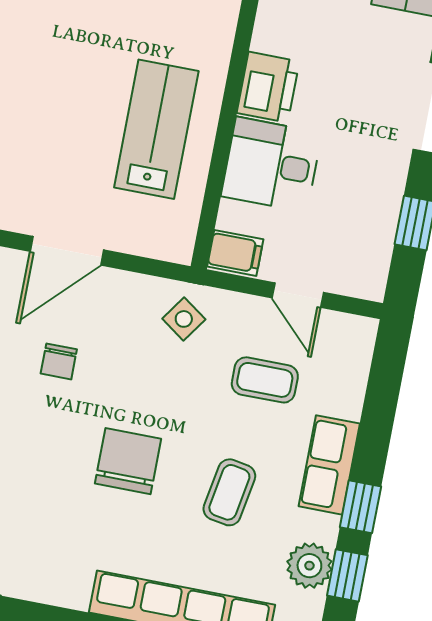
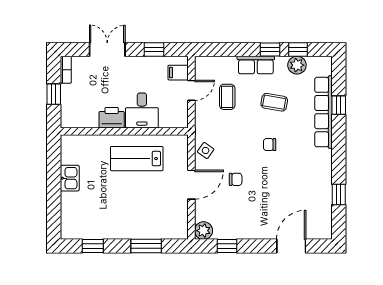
door: (67, 251) -> (191, 185), hinge flipped
filing cabinet: (235, 253) -> (178, 73), moved, turned -90
side table: (184, 319) -> (206, 151), moved
chair: (128, 461) -> (270, 145), width x0.54, depth x0.54

